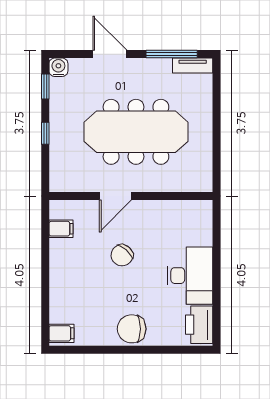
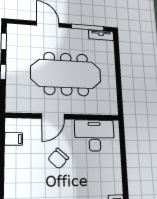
water cooler: (58, 67) -> (13, 30), removed
desk: (190, 276) -> (95, 135), moved, turned -90

